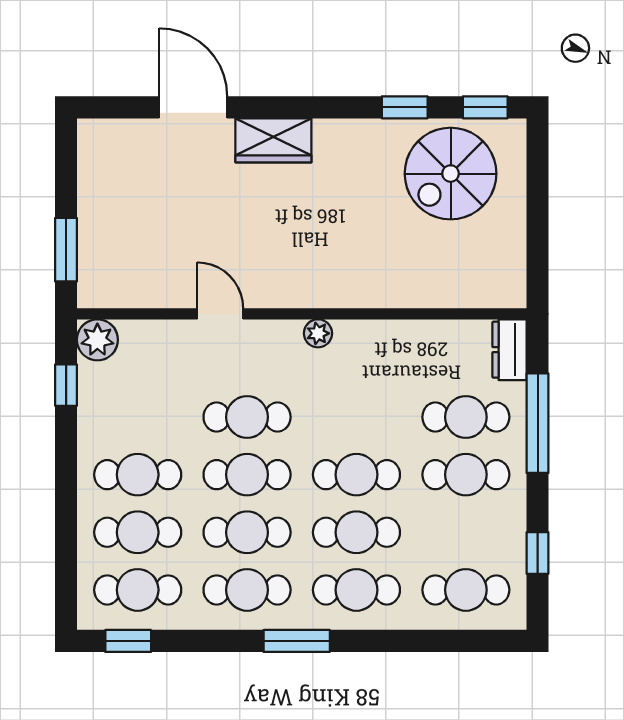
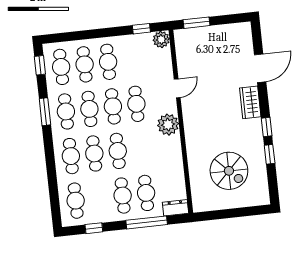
window: (485, 107) -> (267, 127), moved
spiral stairs: (451, 174) -> (229, 171), moved, turned 180
plant: (318, 333) -> (168, 125), width x1.88, depth x1.88
window: (297, 641) -> (45, 112), moved

